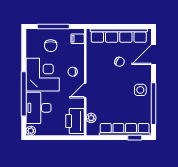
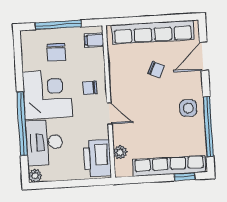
door: (85, 90) -> (109, 113), swing flipped

